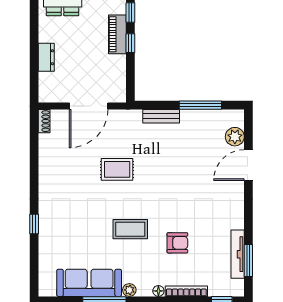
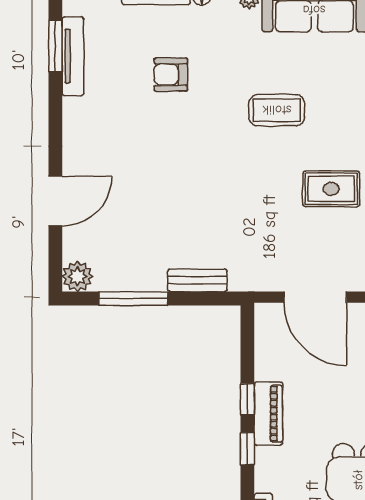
door: (89, 106) -> (315, 297), swing flipped
plant: (235, 137) -> (77, 276), moved
rug: (117, 169) -> (331, 189), moved
coffee table: (130, 229) -> (277, 110), moved

